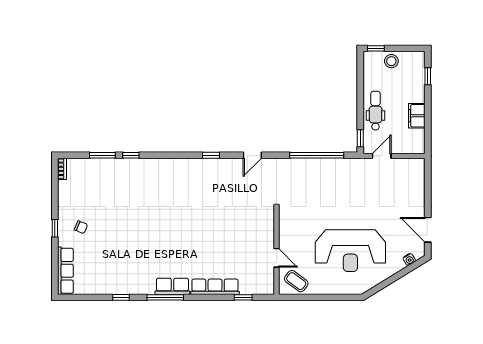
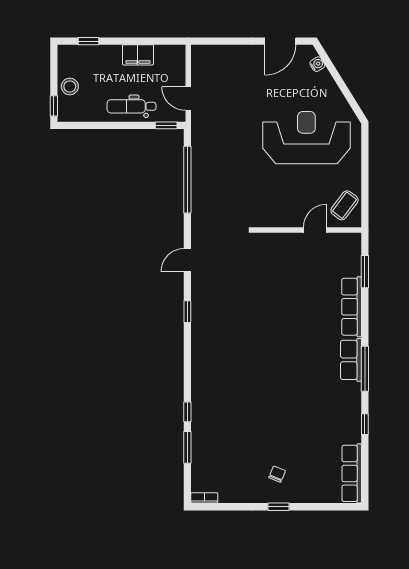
door: (252, 155) -> (187, 260), swing flipped
reception desk: (350, 251) -> (306, 138), turned -90
row of seats: (65, 271) -> (352, 473), moved, turned -90
window: (243, 297) -> (365, 272), width x1.50

